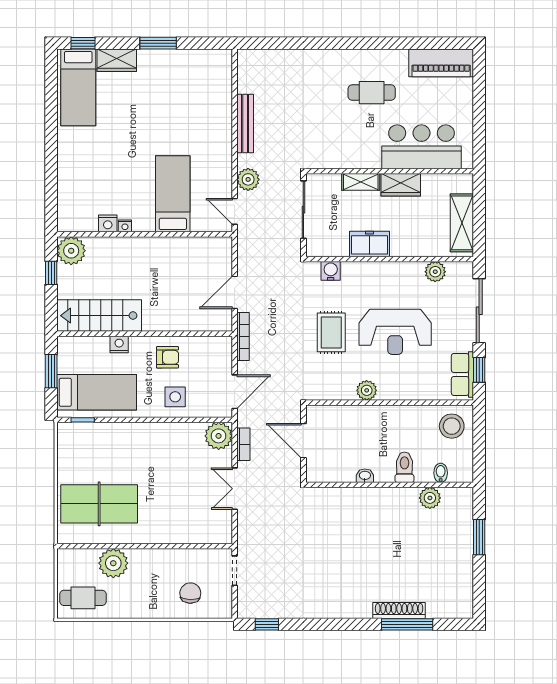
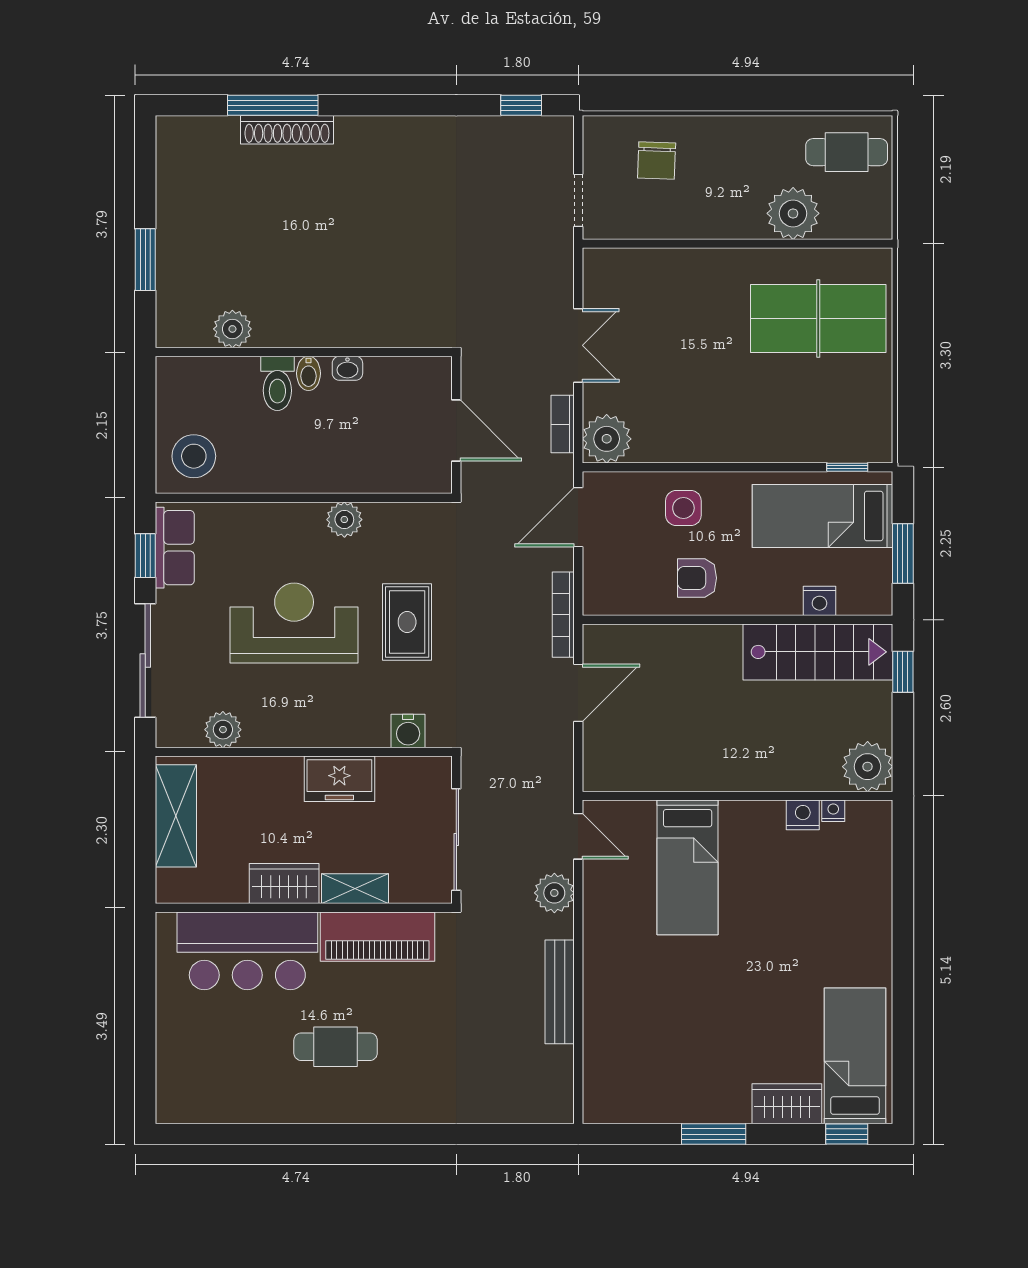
piano: (441, 63) -> (377, 937), moved, turned 180
nightstand: (125, 226) -> (833, 811), moved
window: (51, 273) -> (903, 672), moved
nightstand: (119, 344) -> (819, 601), moved
bidet: (441, 473) -> (308, 373), moved

